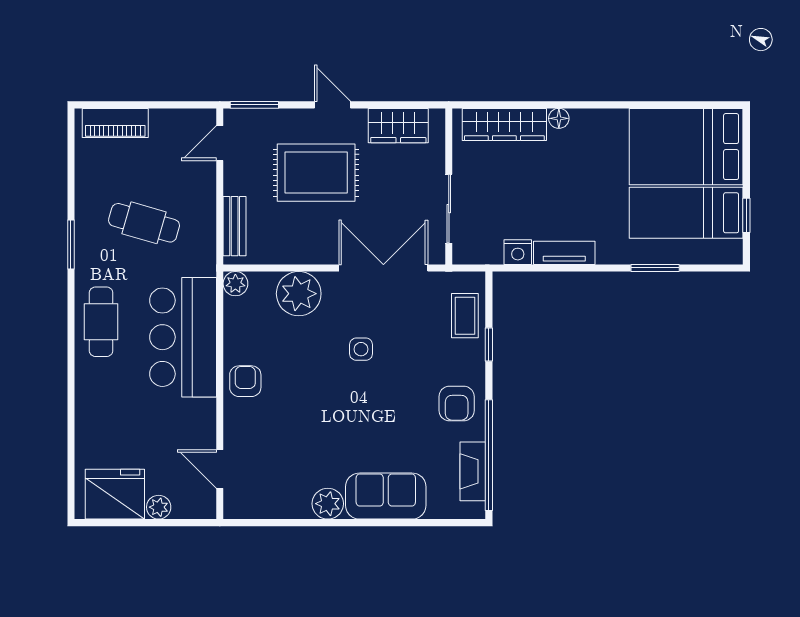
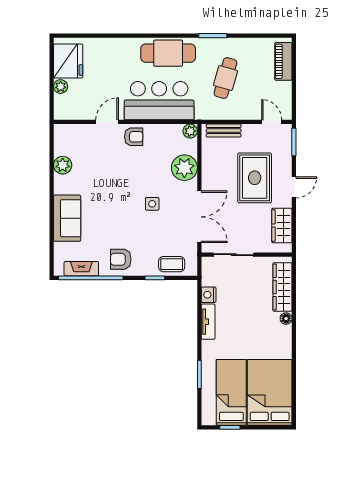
cafe table: (101, 322) -> (168, 53), width x1.37, depth x1.35
door: (220, 469) -> (107, 122), moved
plant: (328, 504) -> (63, 165), moved

